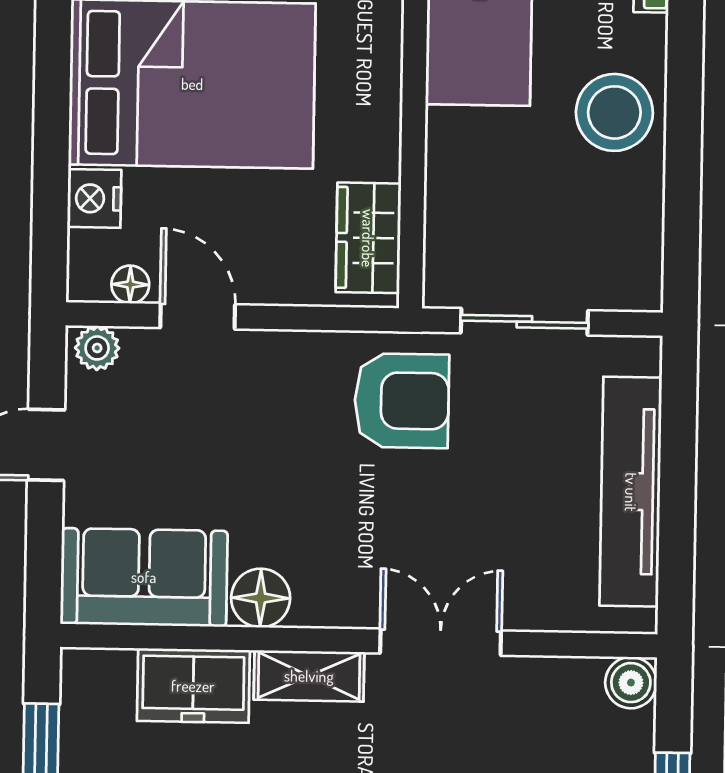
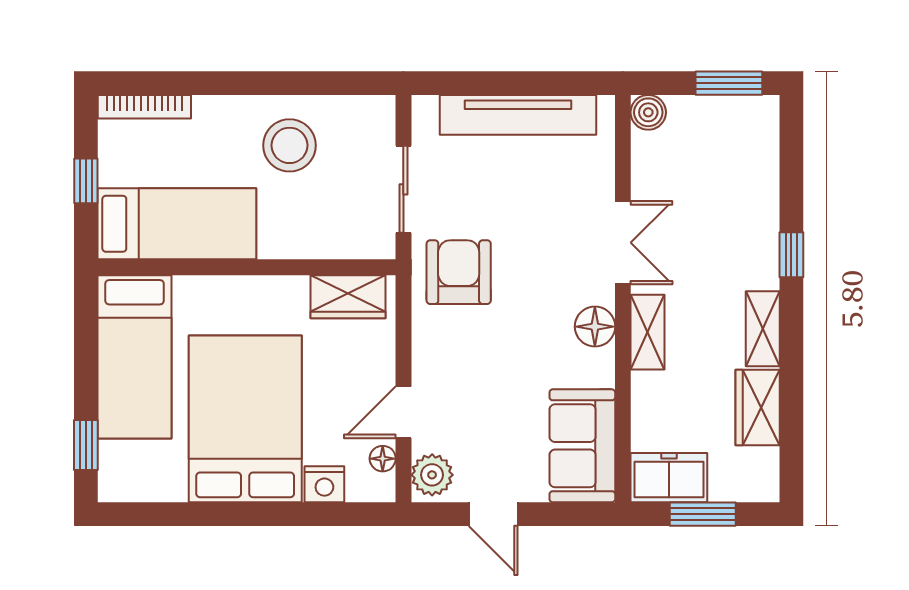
stool: (614, 112) -> (290, 145), moved
plant: (97, 348) -> (432, 475), width x1.38, depth x1.38
floor lamp: (261, 598) -> (595, 327), moved
double door: (441, 642) -> (623, 243), swing flipped
freezer: (193, 686) -> (669, 478), moved, turned -90

